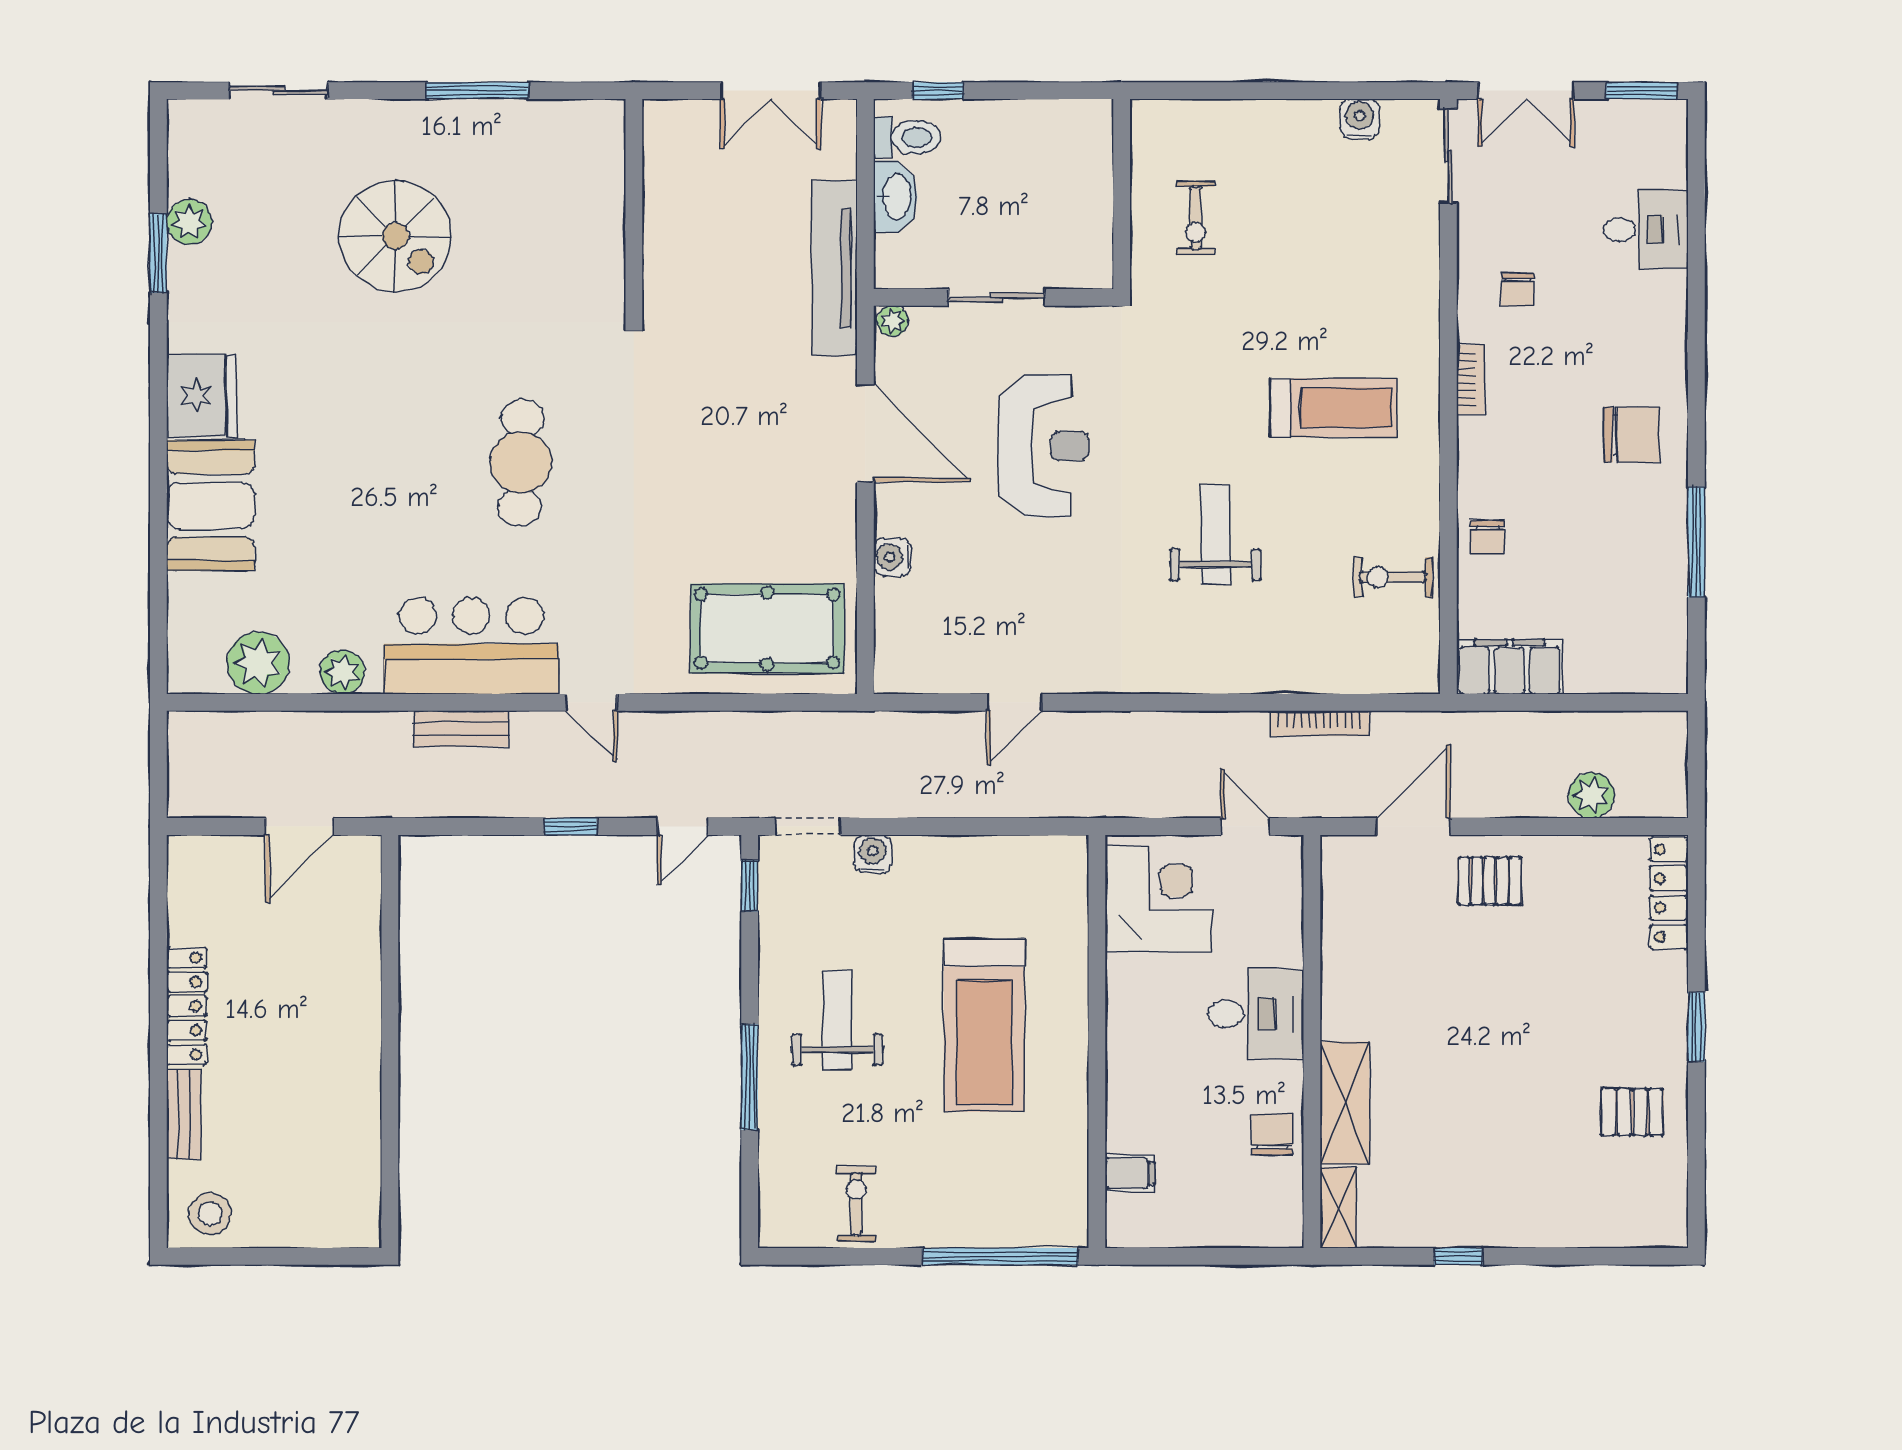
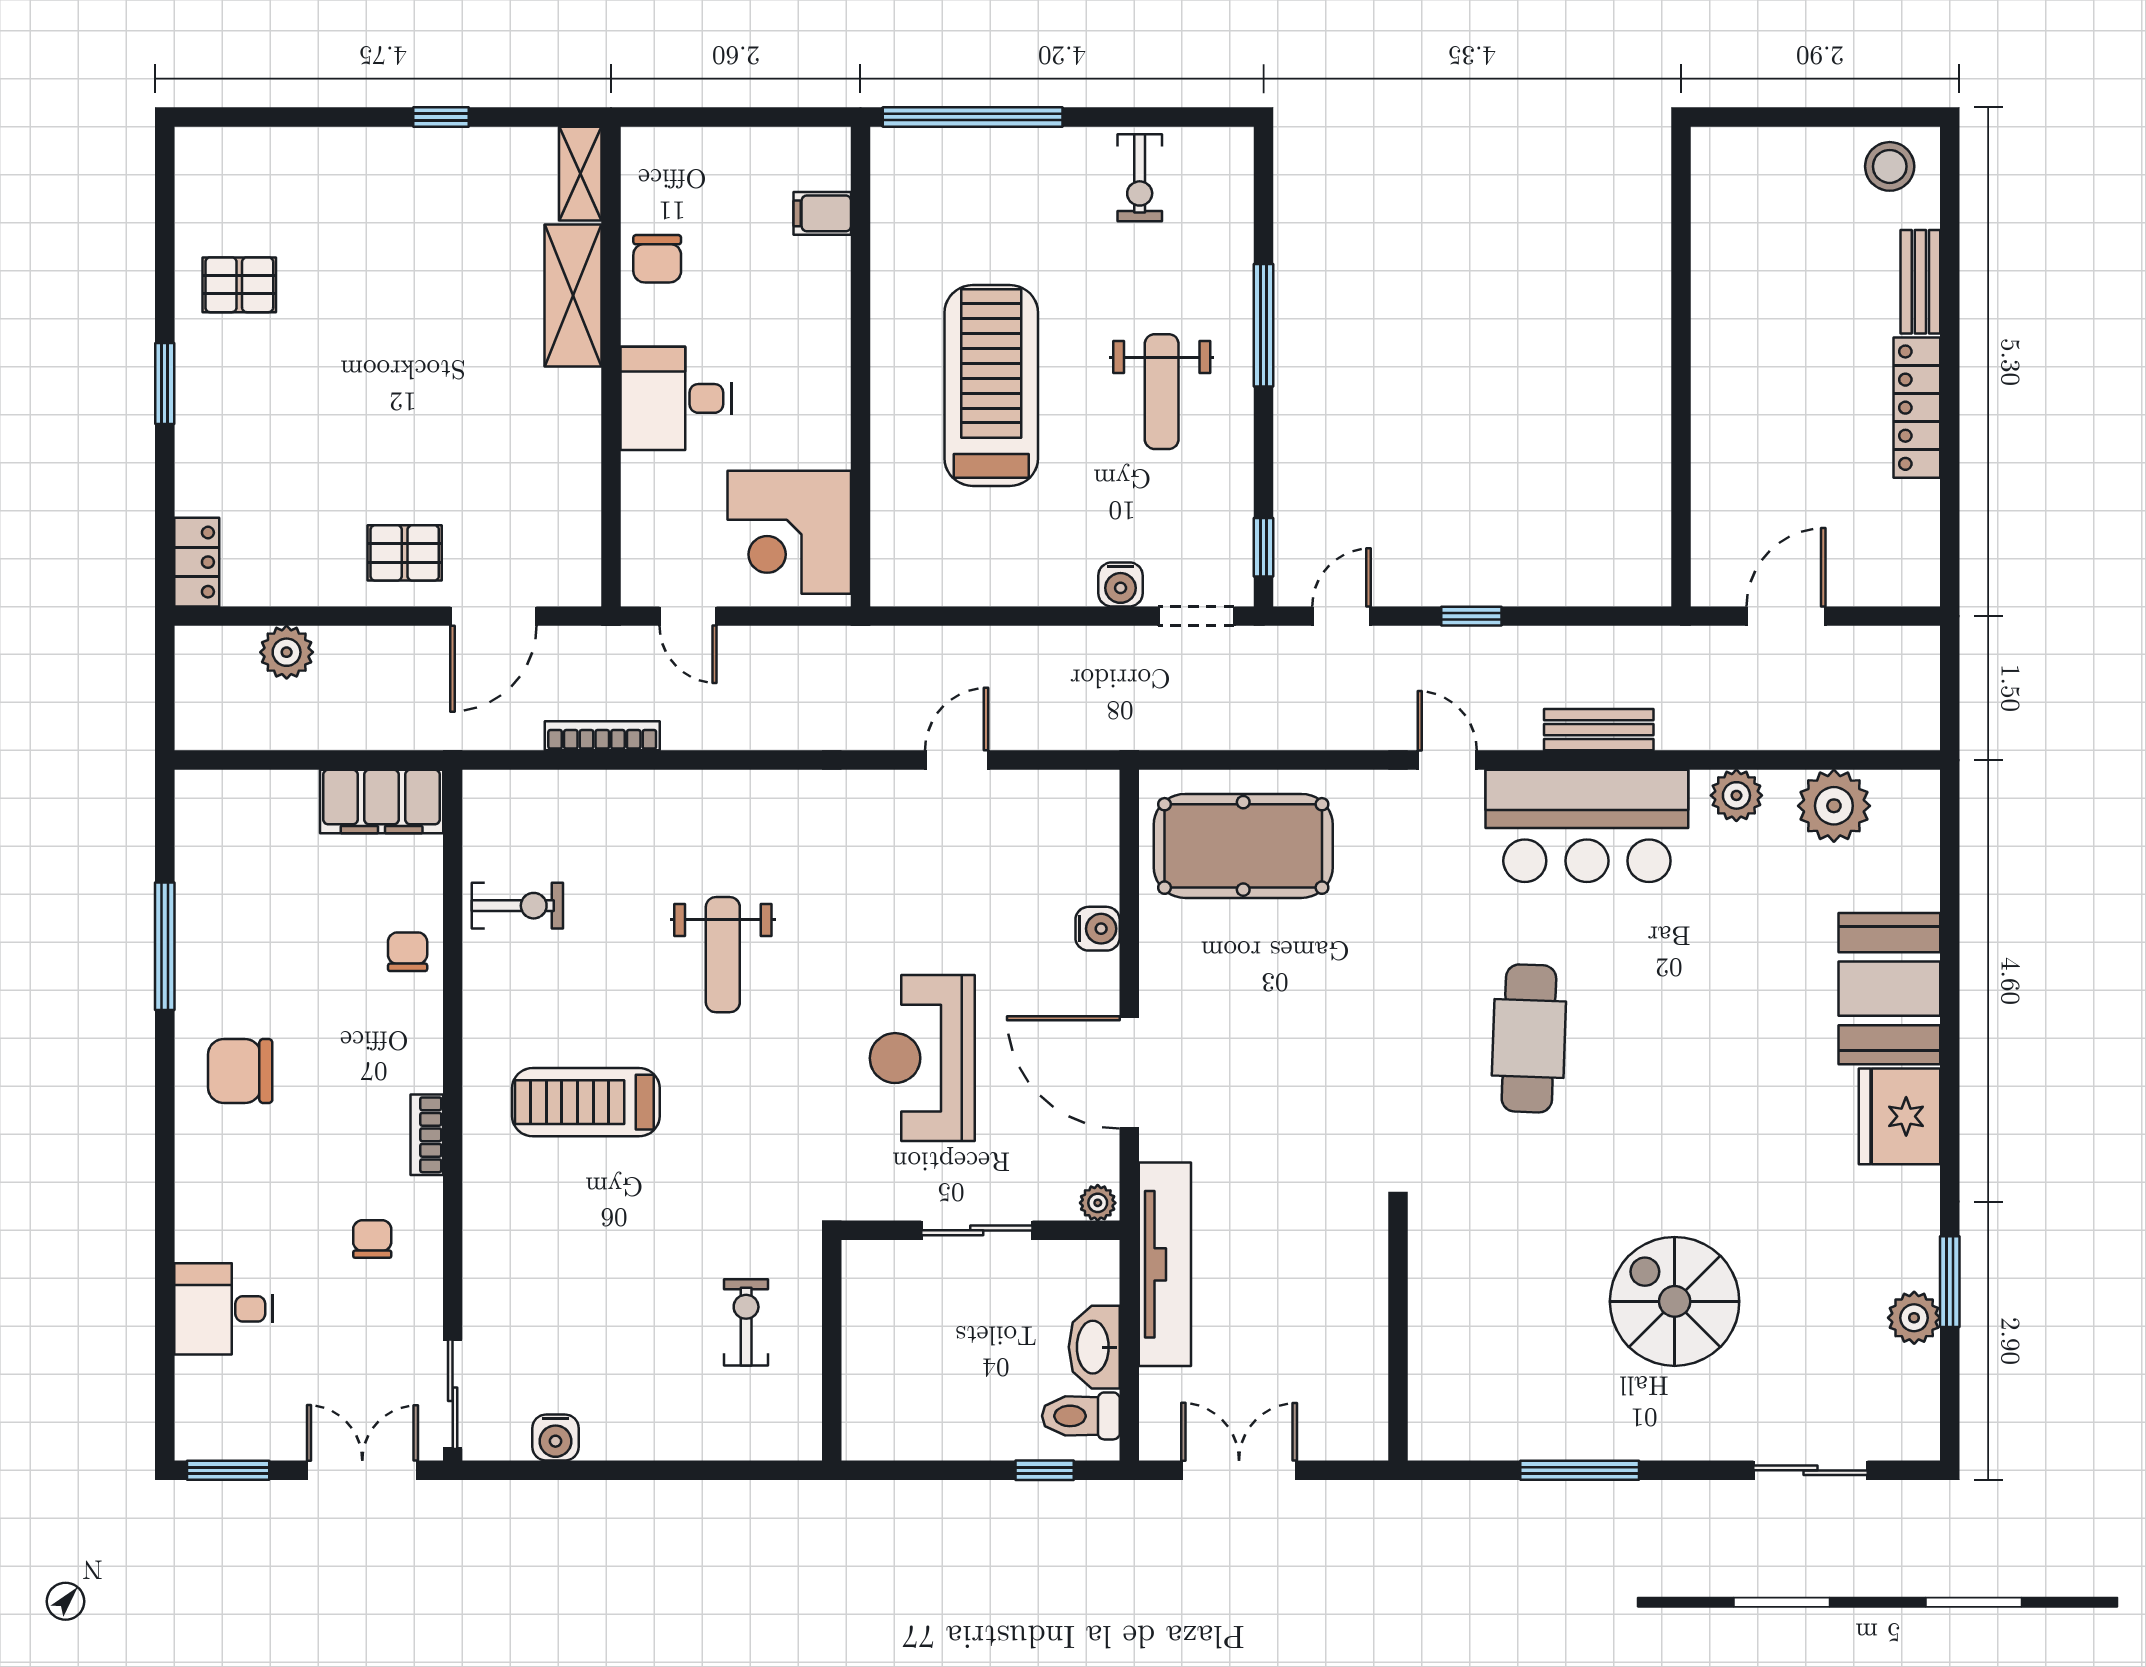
locker: (1669, 893) -> (197, 562), width x0.66

